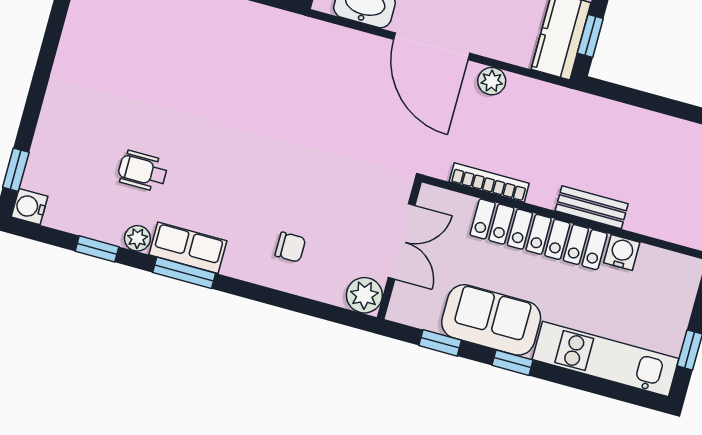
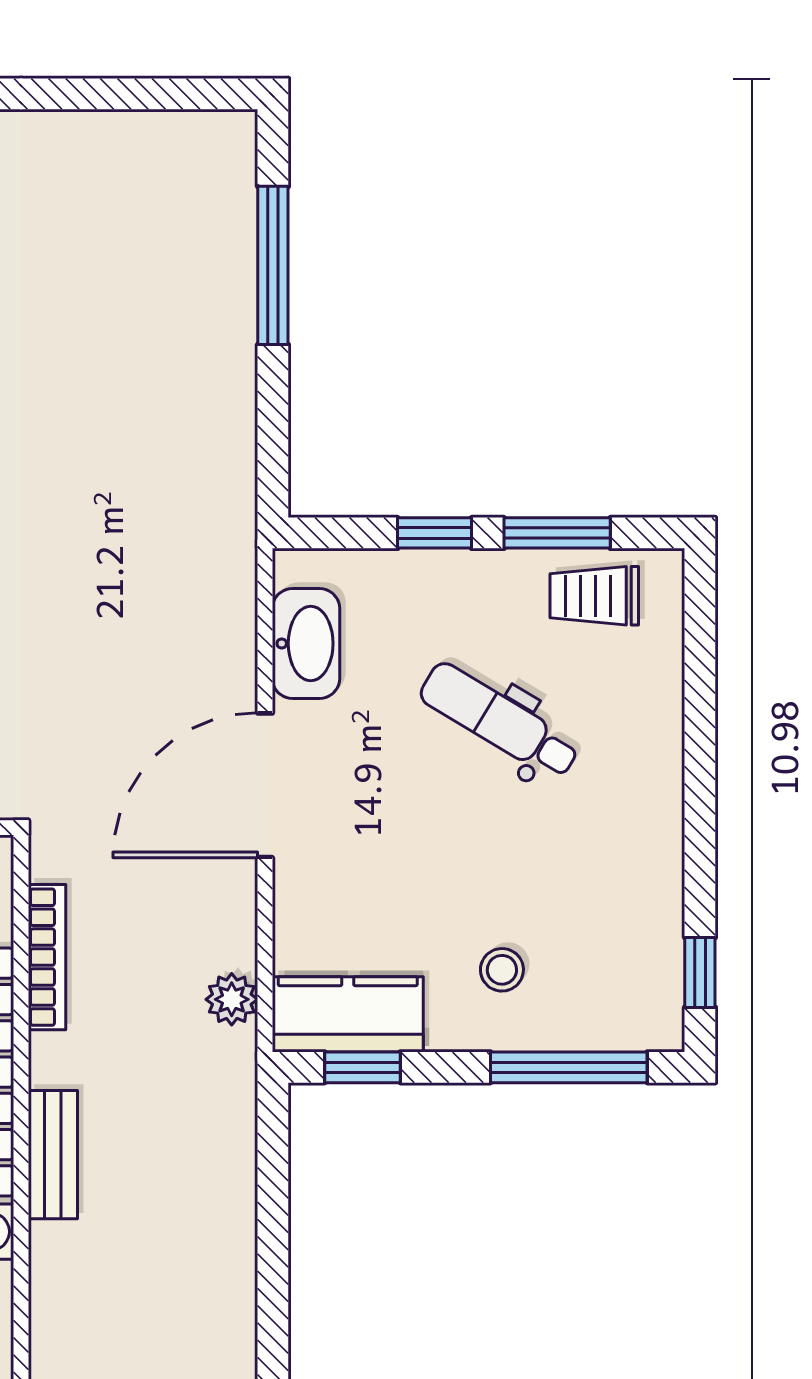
plant: (492, 81) -> (232, 999), moved

